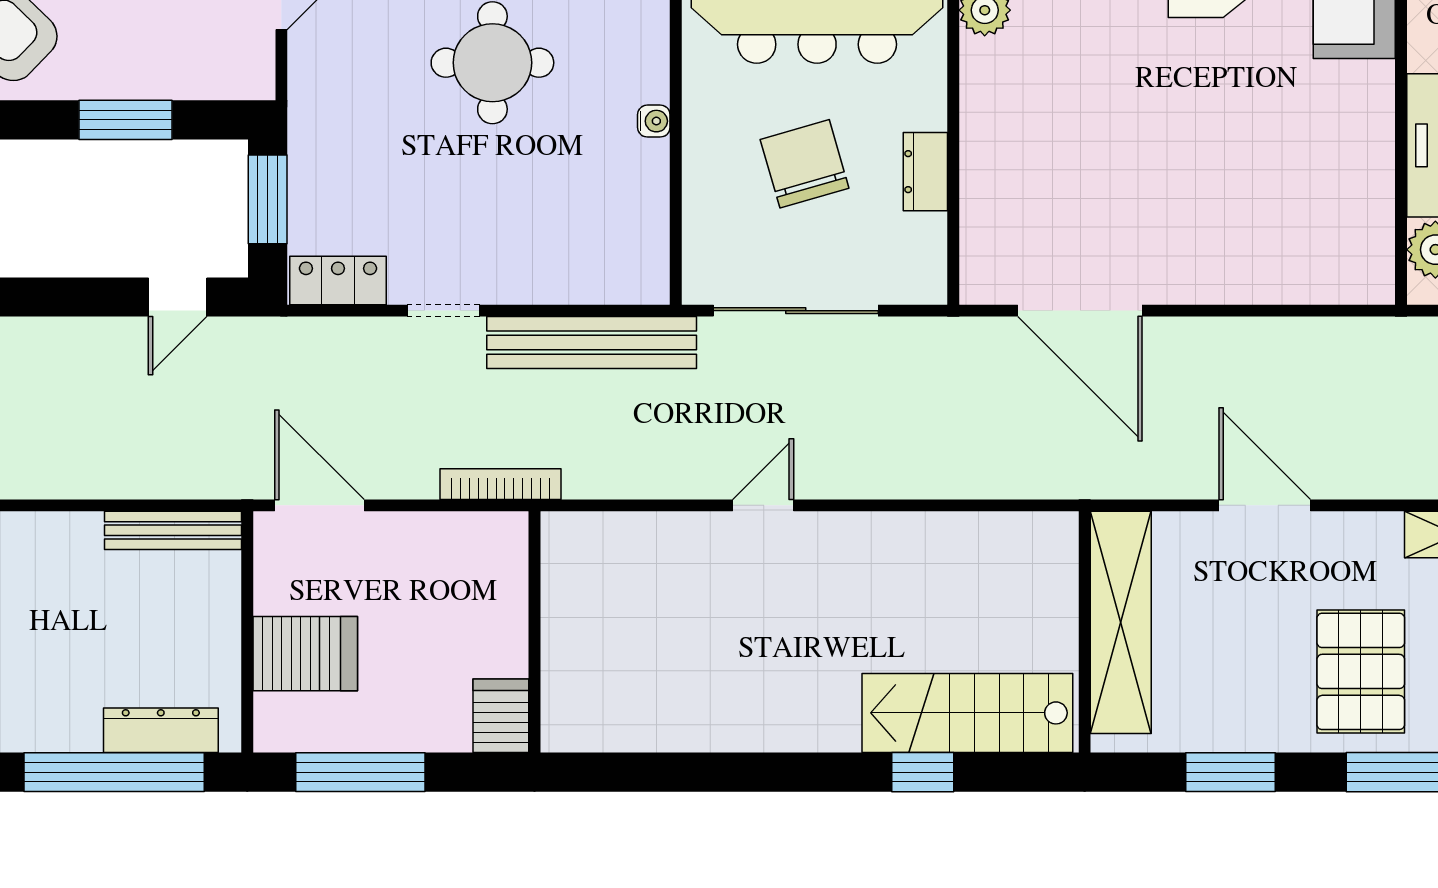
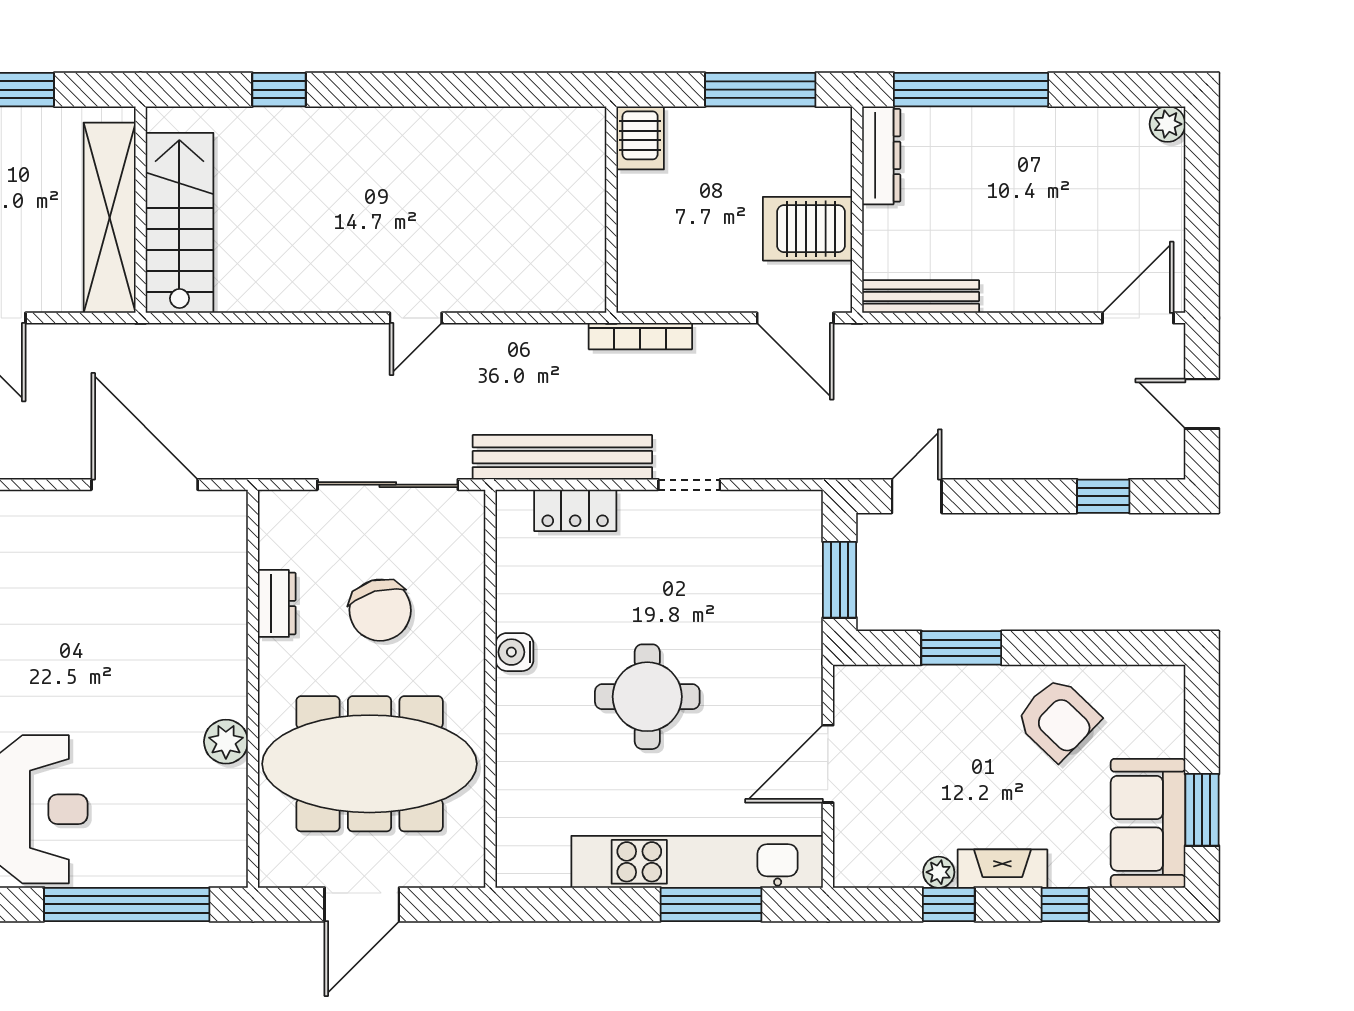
water cooler: (654, 121) -> (514, 652), width x1.38, depth x1.38
locker: (338, 281) -> (575, 510), moved
server rack: (305, 654) -> (807, 229), moved
stairs: (967, 713) -> (179, 223), moved, turned -90
dresser: (161, 730) -> (881, 155), moved, turned -90

